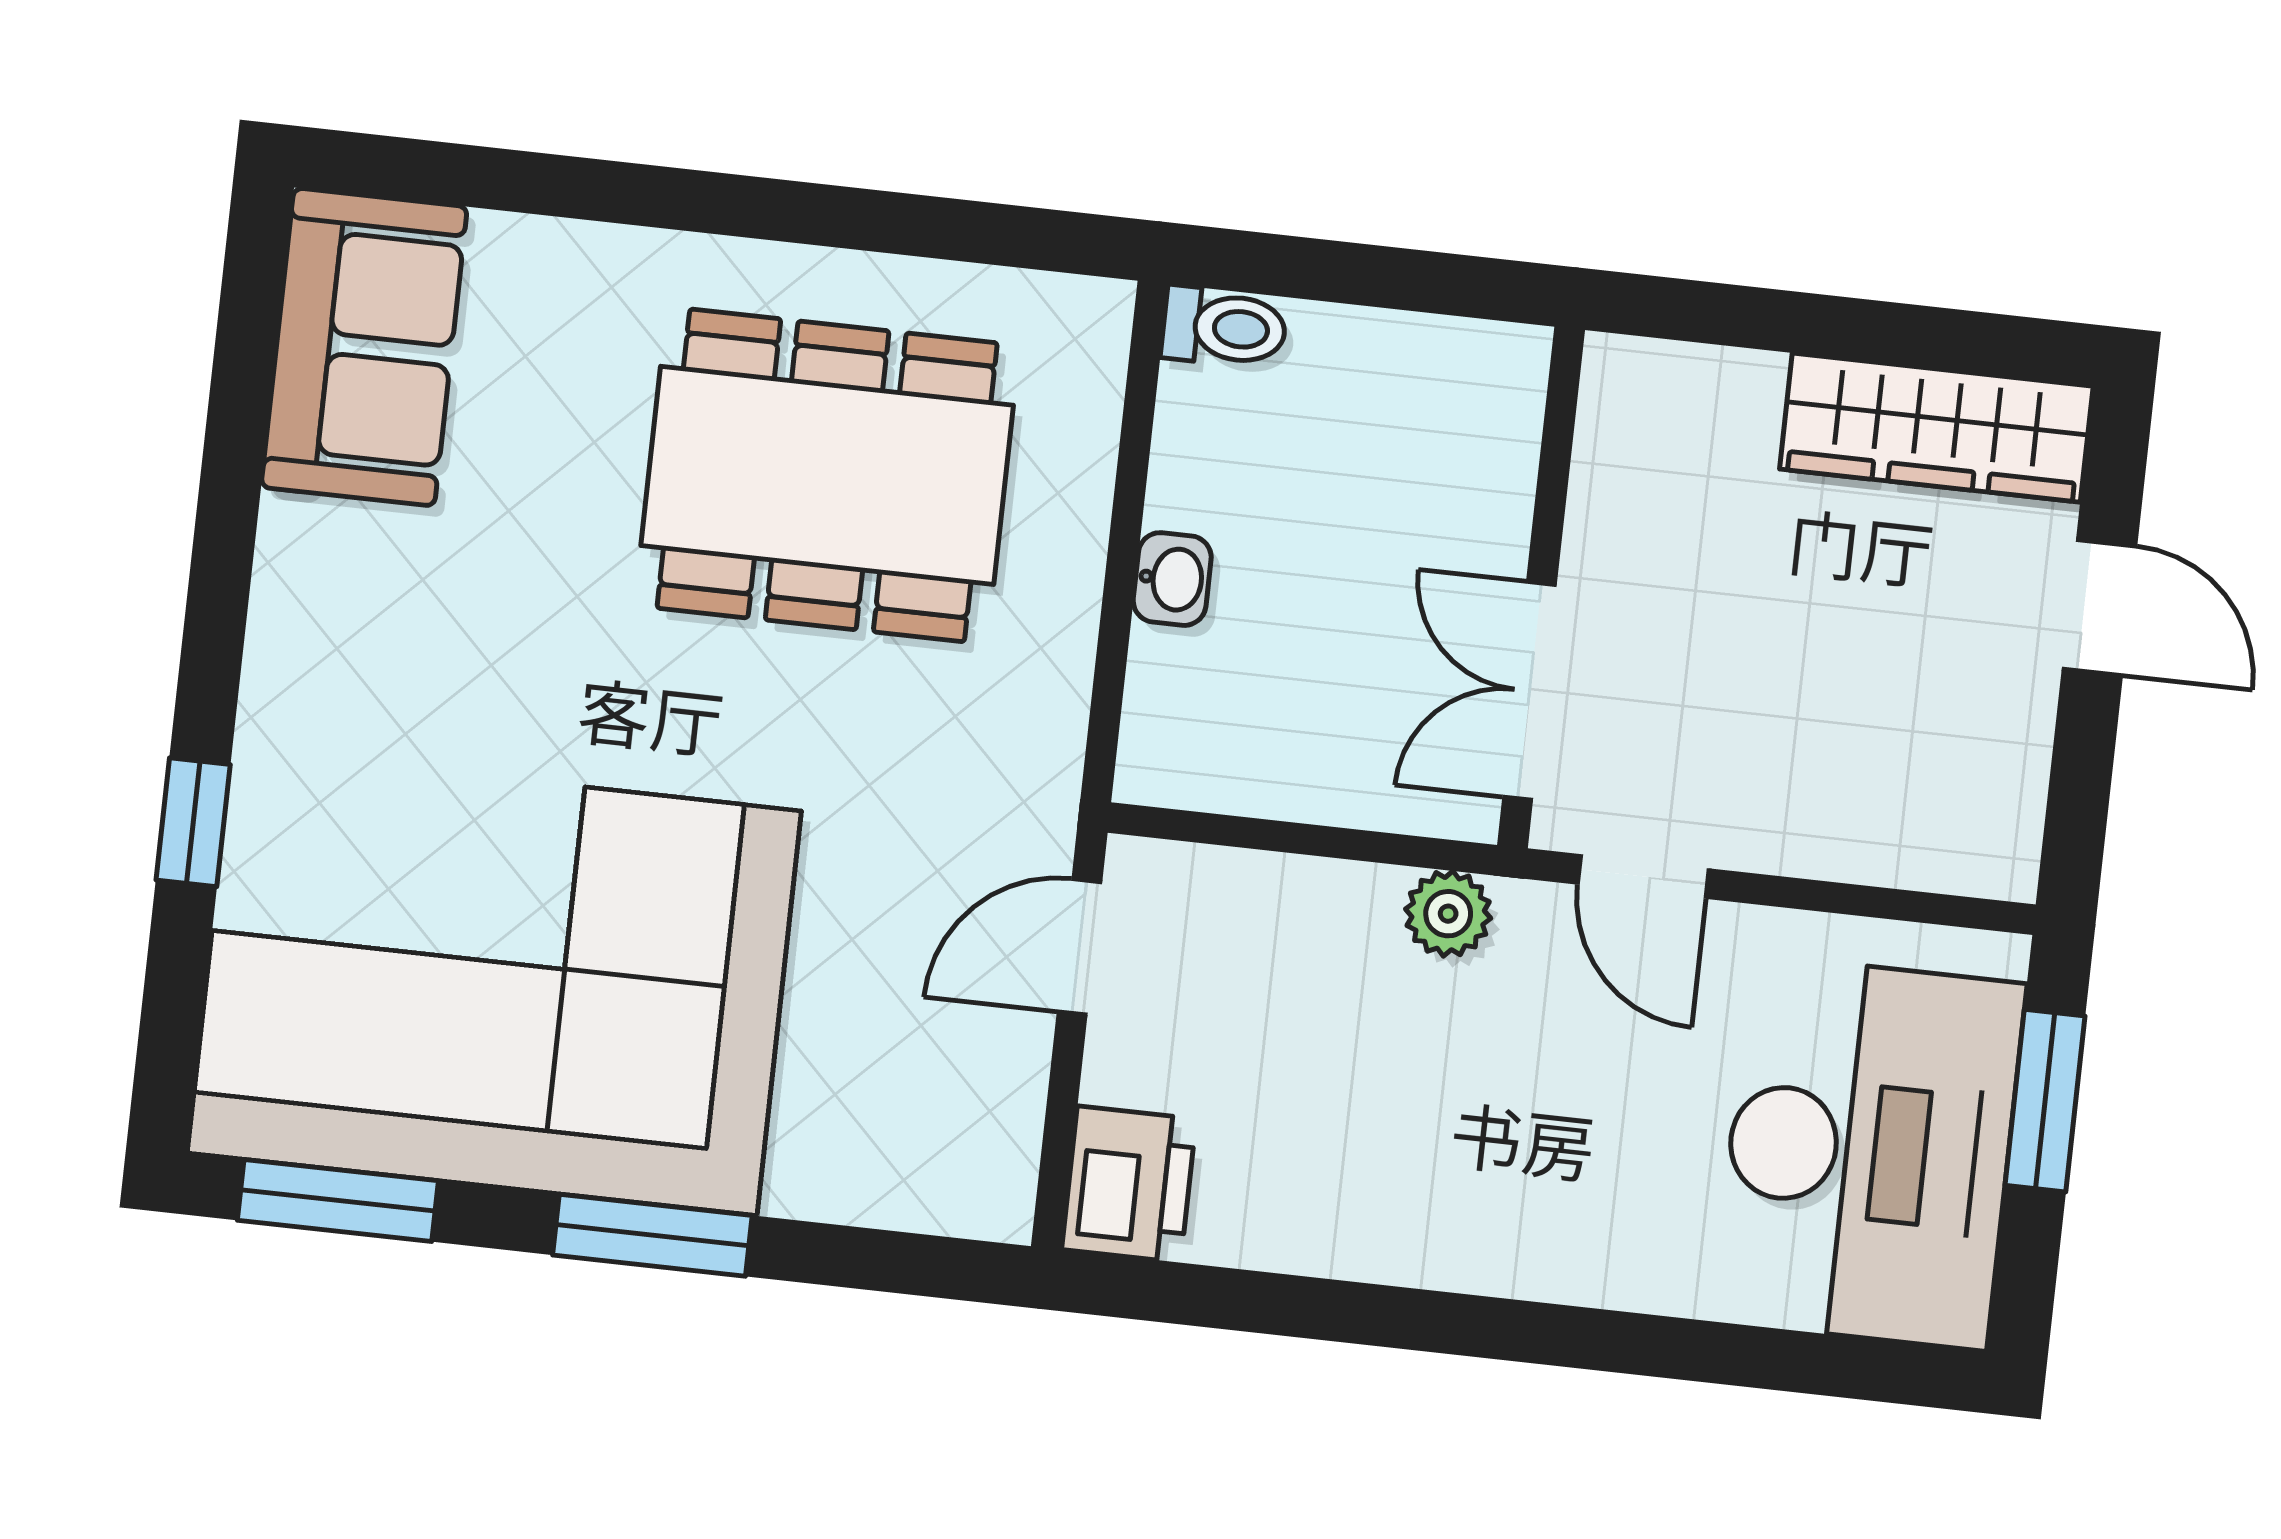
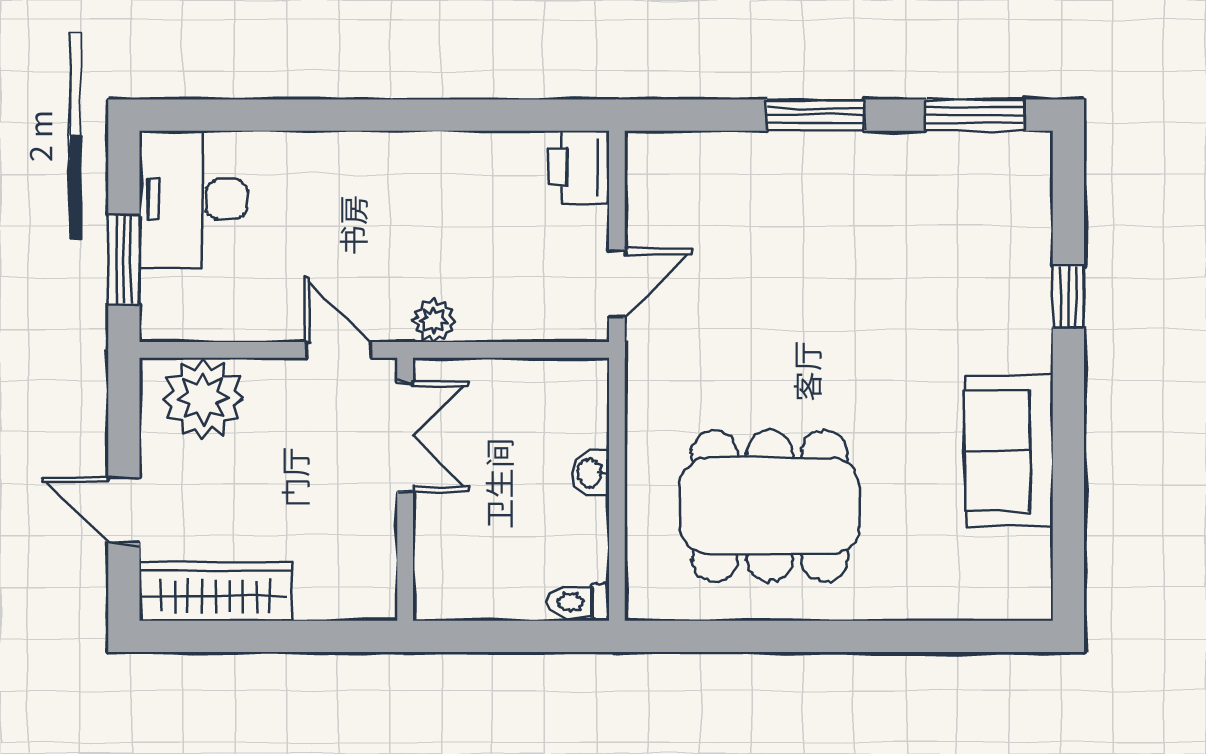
sofa: (364, 347) -> (1009, 451), moved
plant: (1919, 810) -> (203, 398), added
corner sofa: (494, 982) -> (908, 234), removed
desk: (1869, 1152) -> (193, 199), width x0.73, depth x0.77

